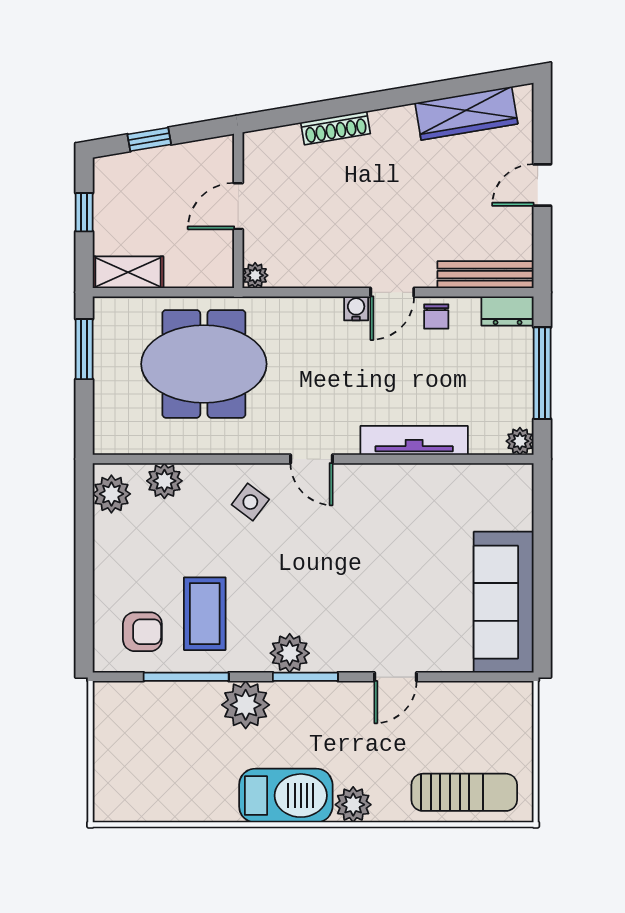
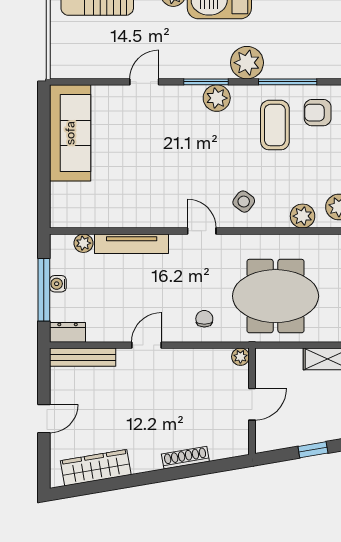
water cooler: (356, 308) -> (58, 284), moved, turned 90
chair: (436, 316) -> (204, 319), moved
plant: (520, 441) -> (83, 243), moved

